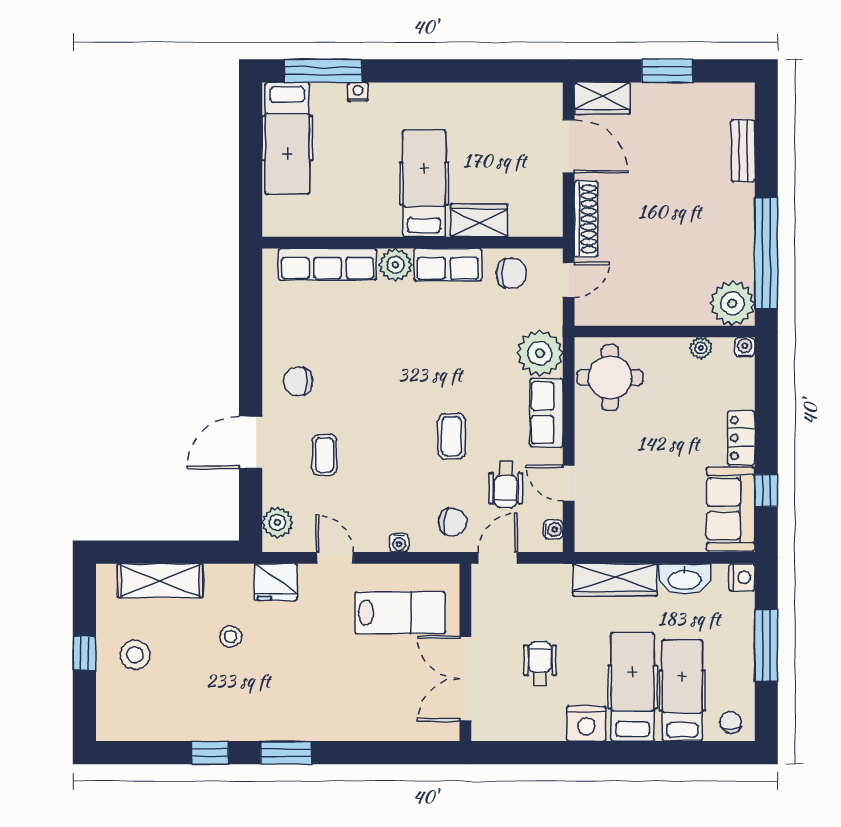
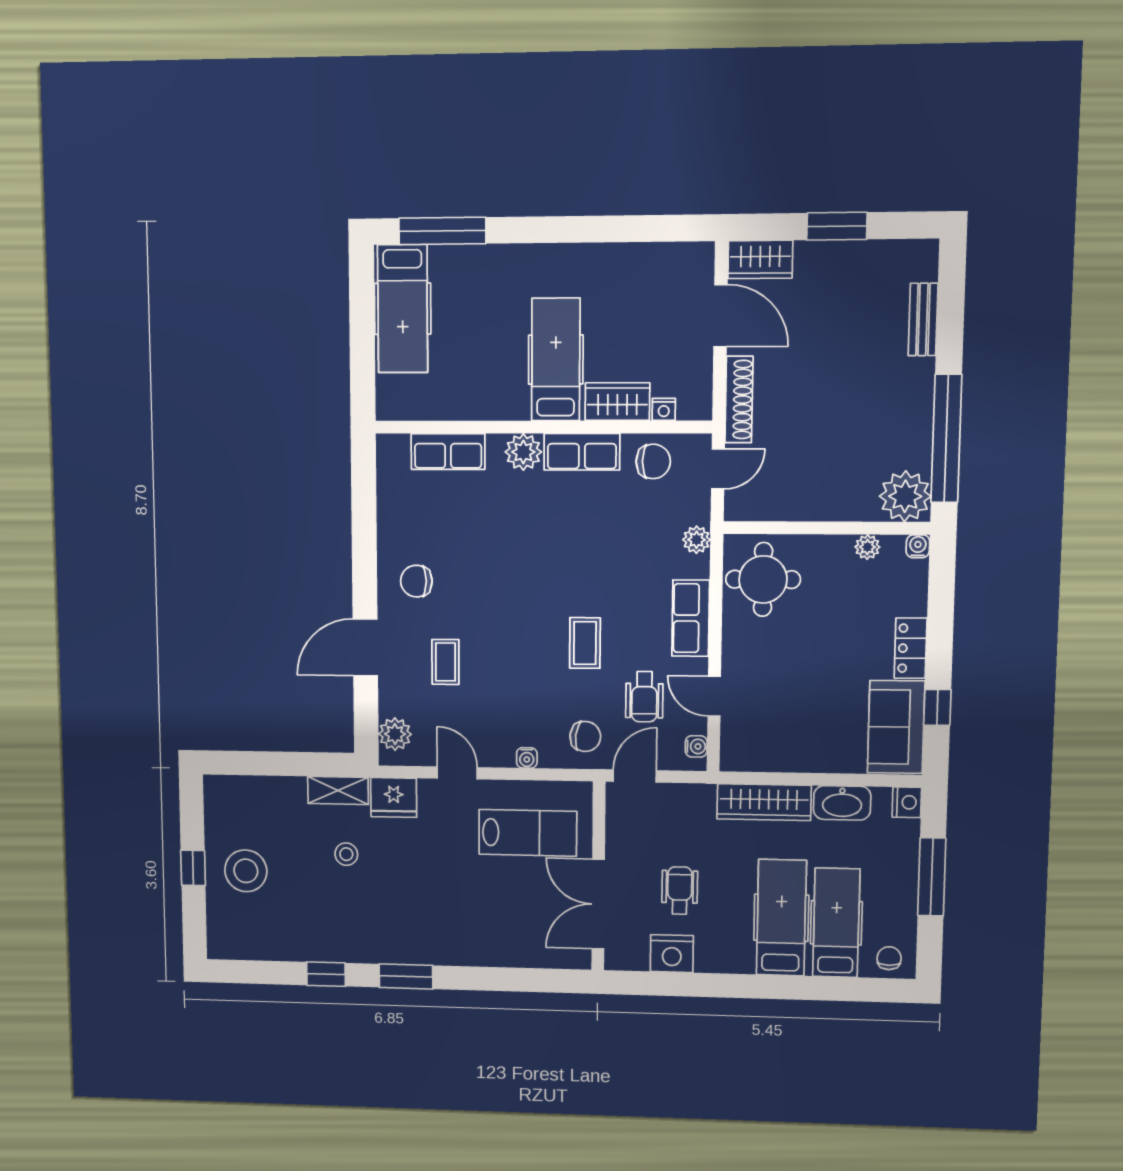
nightstand: (358, 92) -> (664, 409), moved, turned 180
row of seats: (328, 264) -> (448, 451), width x0.68
plant: (540, 353) -> (697, 540), width x0.53, depth x0.53
shelving: (160, 581) -> (338, 790), moved, width x0.67, depth x0.75
stool: (135, 655) -> (246, 871), width x1.38, depth x1.38
nightstand: (586, 724) -> (672, 954), moved

